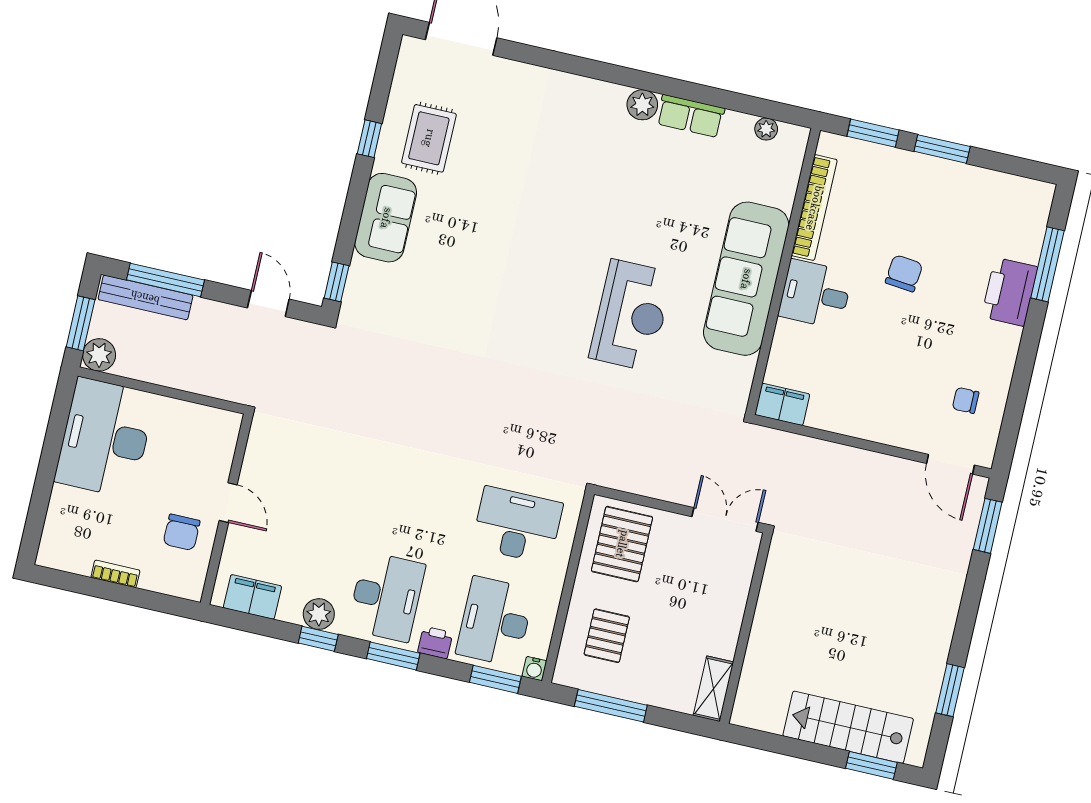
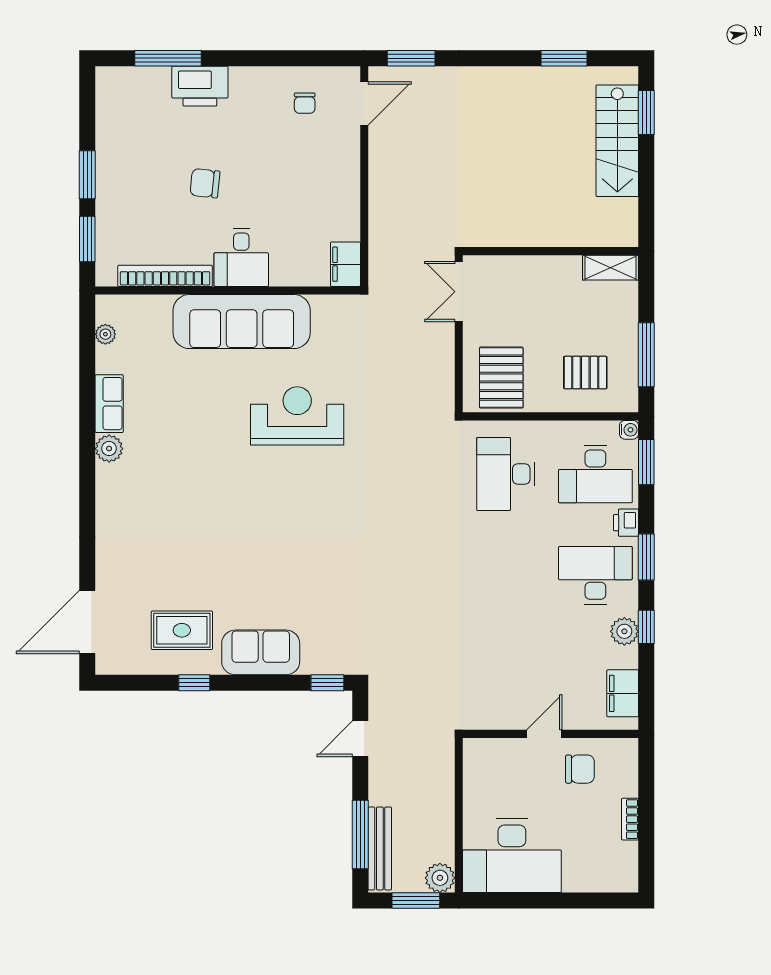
pallet: (622, 544) -> (501, 378), turned 90

